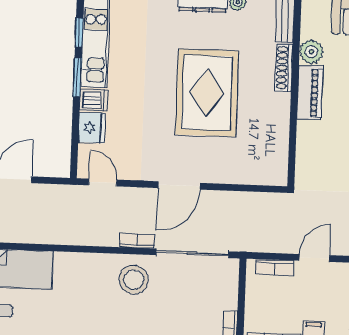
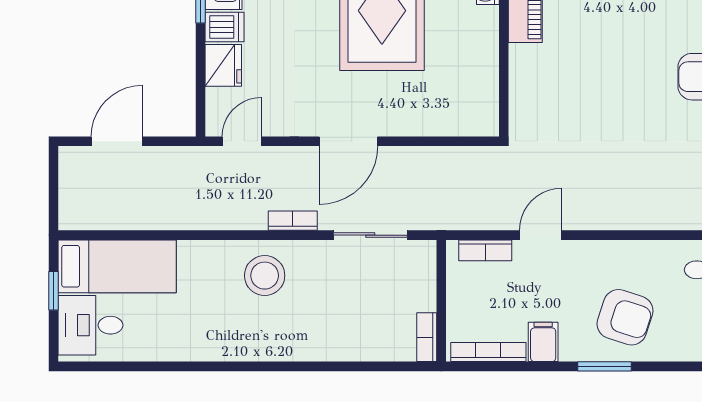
door: (103, 183) -> (242, 141), hinge flipped
sliding door: (192, 253) -> (370, 235), width x0.73
stool: (134, 280) -> (265, 276), moved

